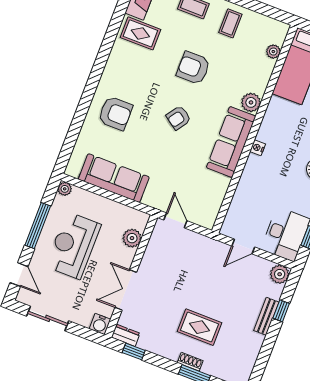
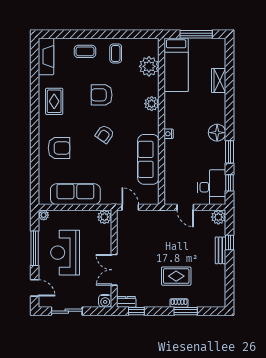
rug: (140, 33) -> (54, 101), moved, turned 90
plant: (273, 52) -> (149, 66), width x1.88, depth x1.88
sofa: (231, 142) -> (148, 159), moved
plant: (132, 238) -> (104, 217), moved
door: (243, 246) -> (185, 207), hinge flipped

